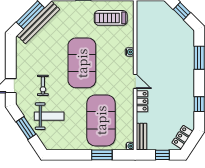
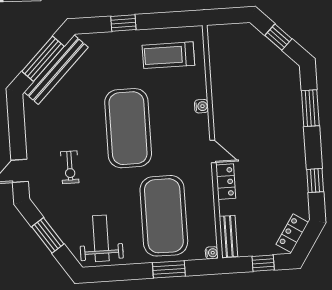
weight bench: (49, 116) -> (101, 238), moved, turned -90

